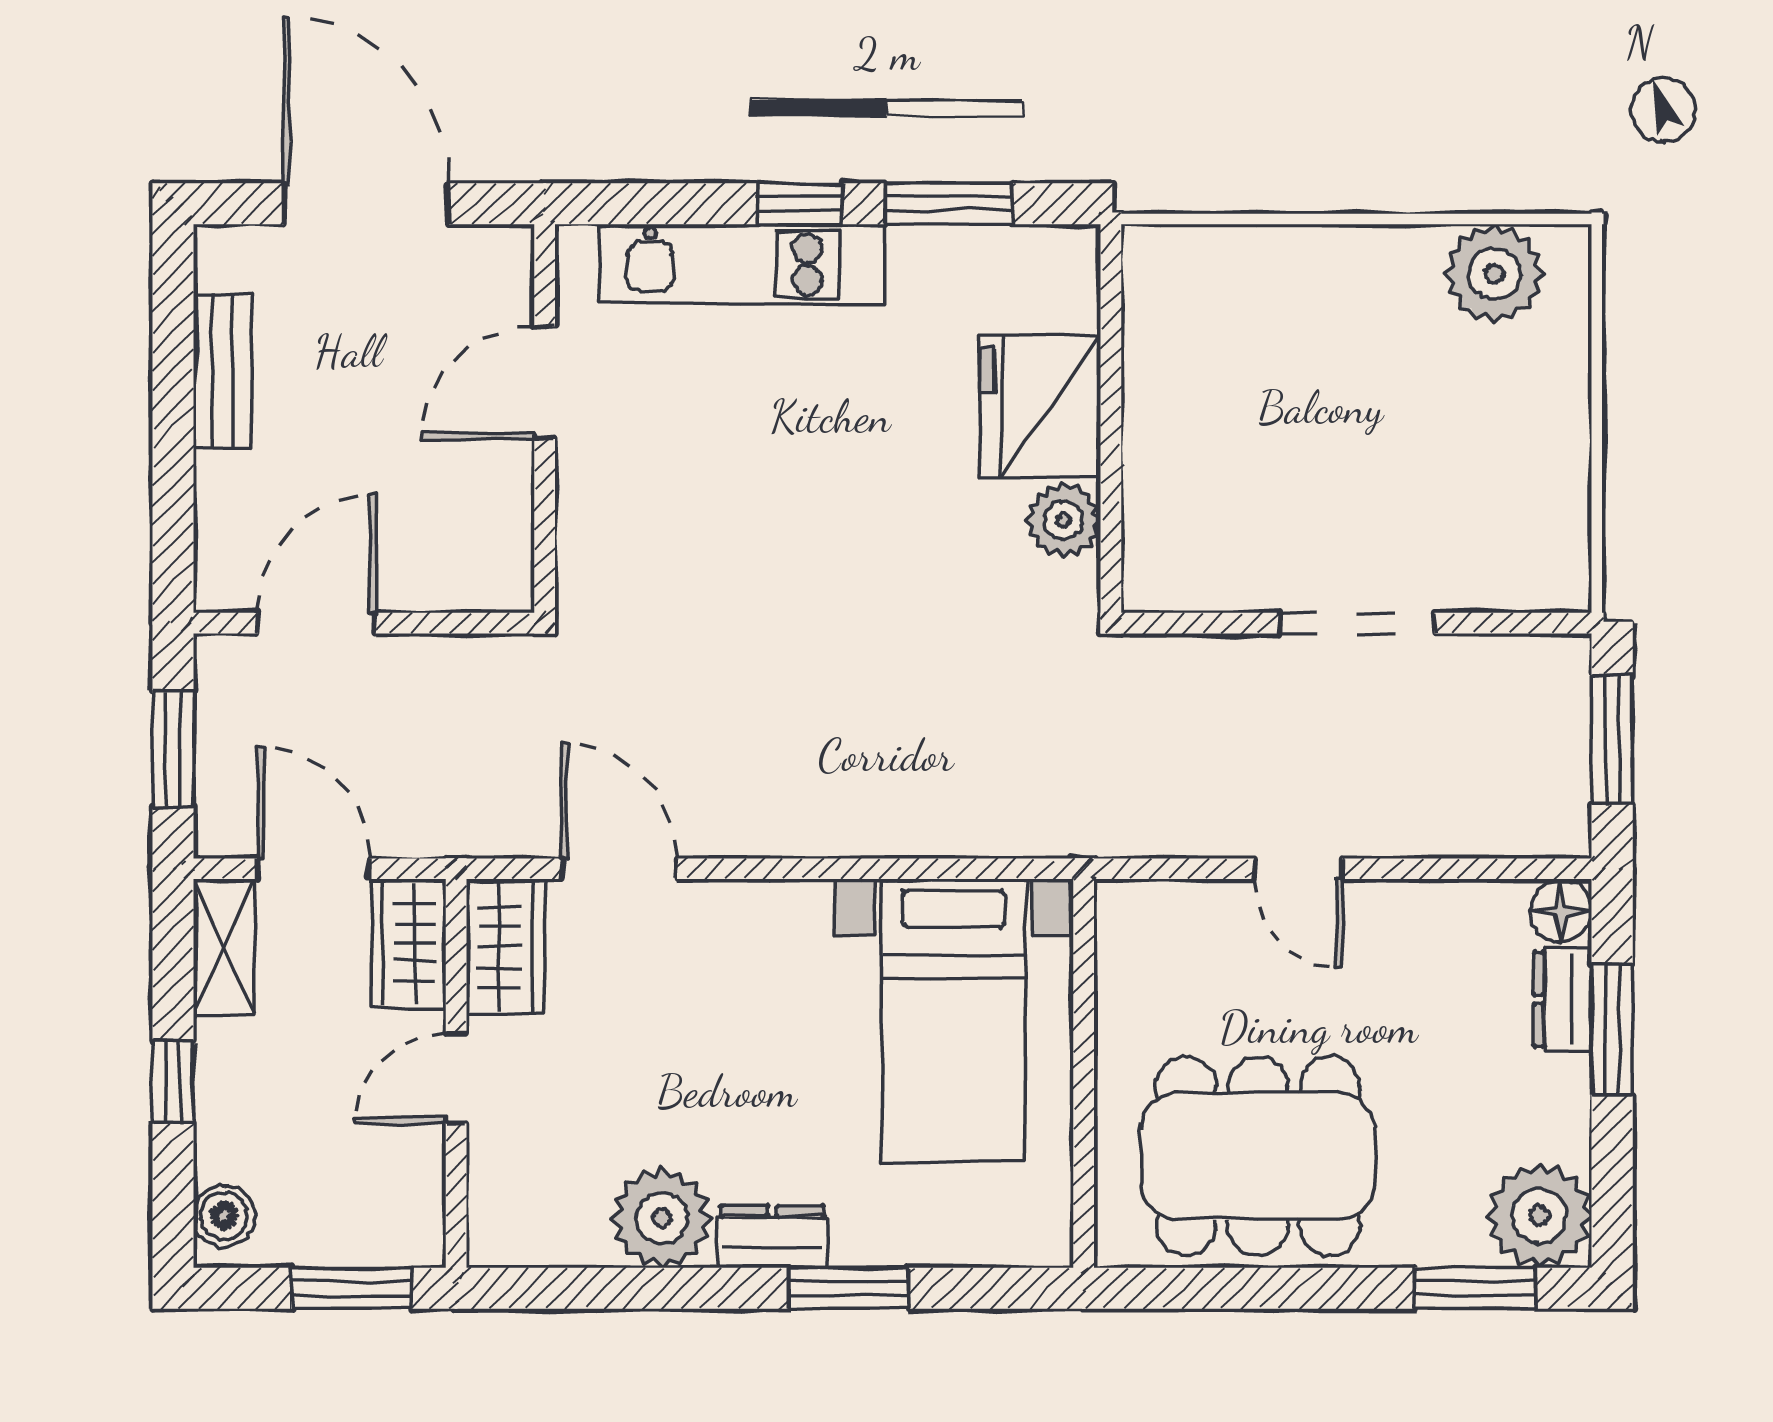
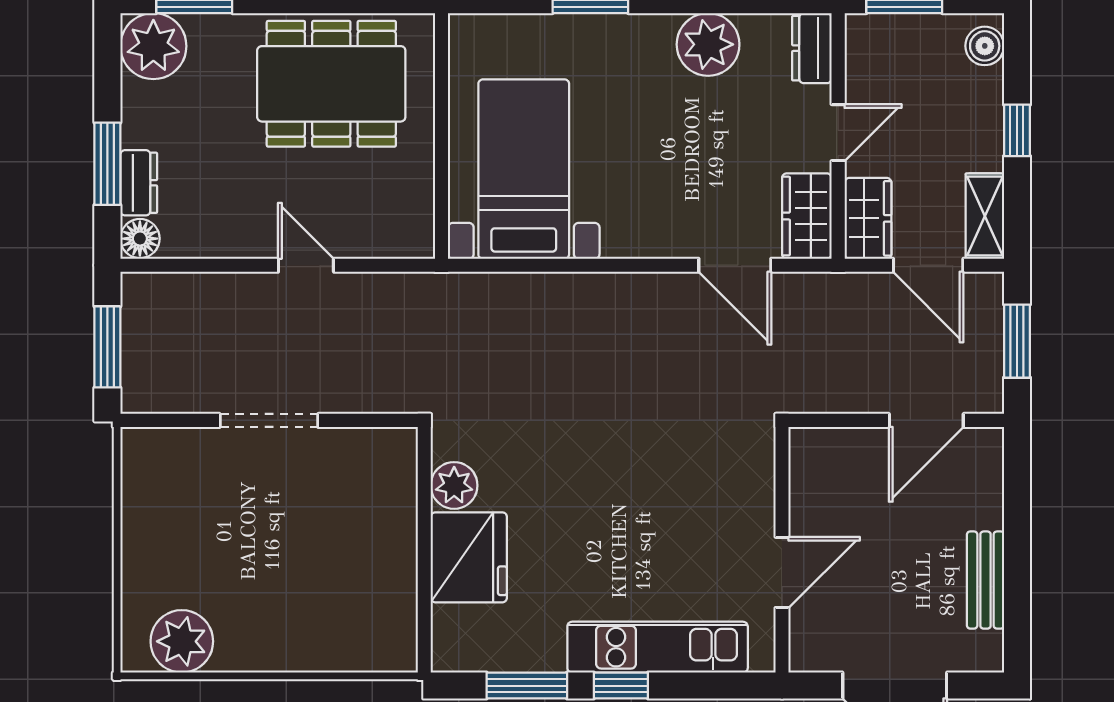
dresser: (772, 1237) -> (812, 48), moved, turned 90

